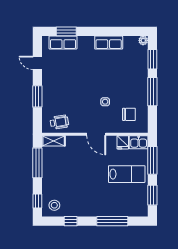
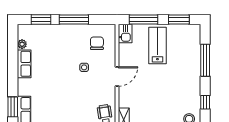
plant: (143, 40) -> (22, 44), moved
fridge: (123, 142) -> (125, 49), removed

